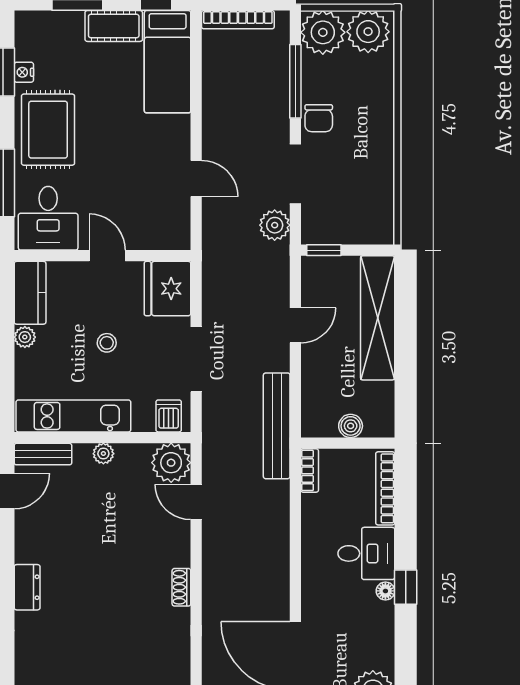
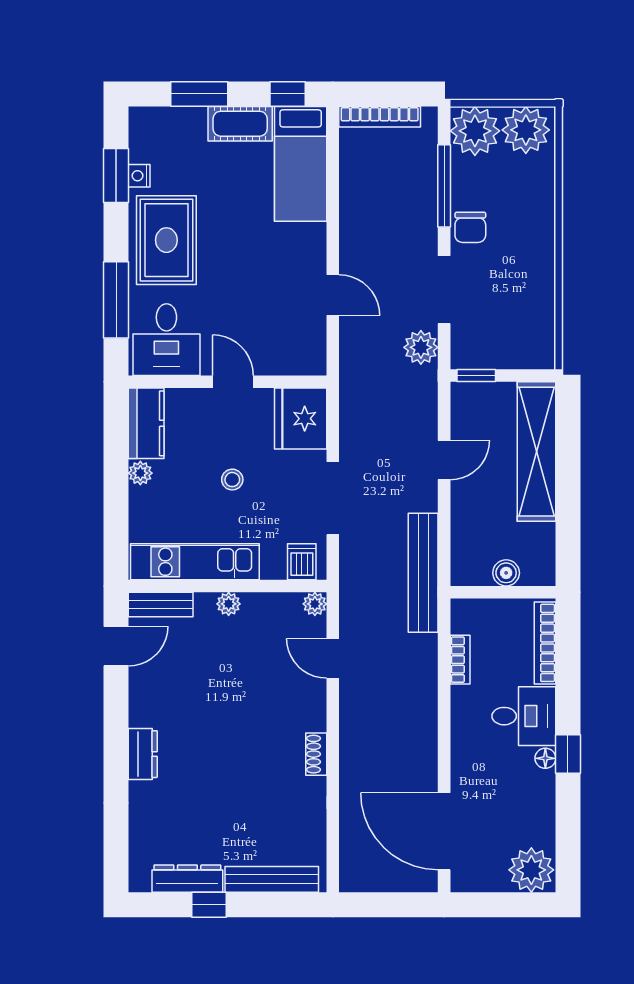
plant: (171, 463) -> (315, 604), width x0.53, depth x0.53
bookcase: (310, 470) -> (460, 660), moved

